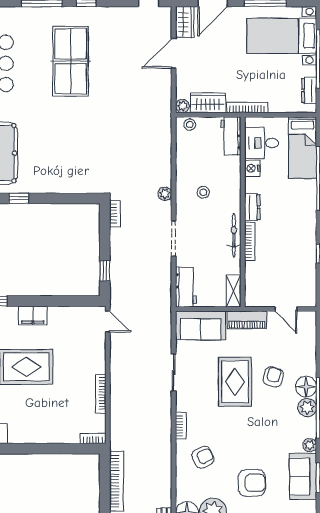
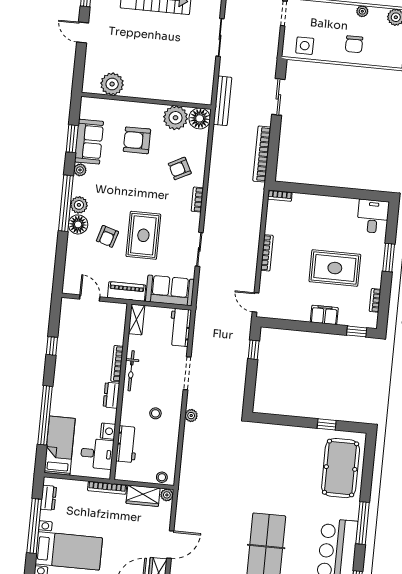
workbench: (231, 136) -> (127, 444), moved
bookcase: (115, 213) -> (239, 402), removed
bookcase: (101, 394) -> (267, 253), moved

